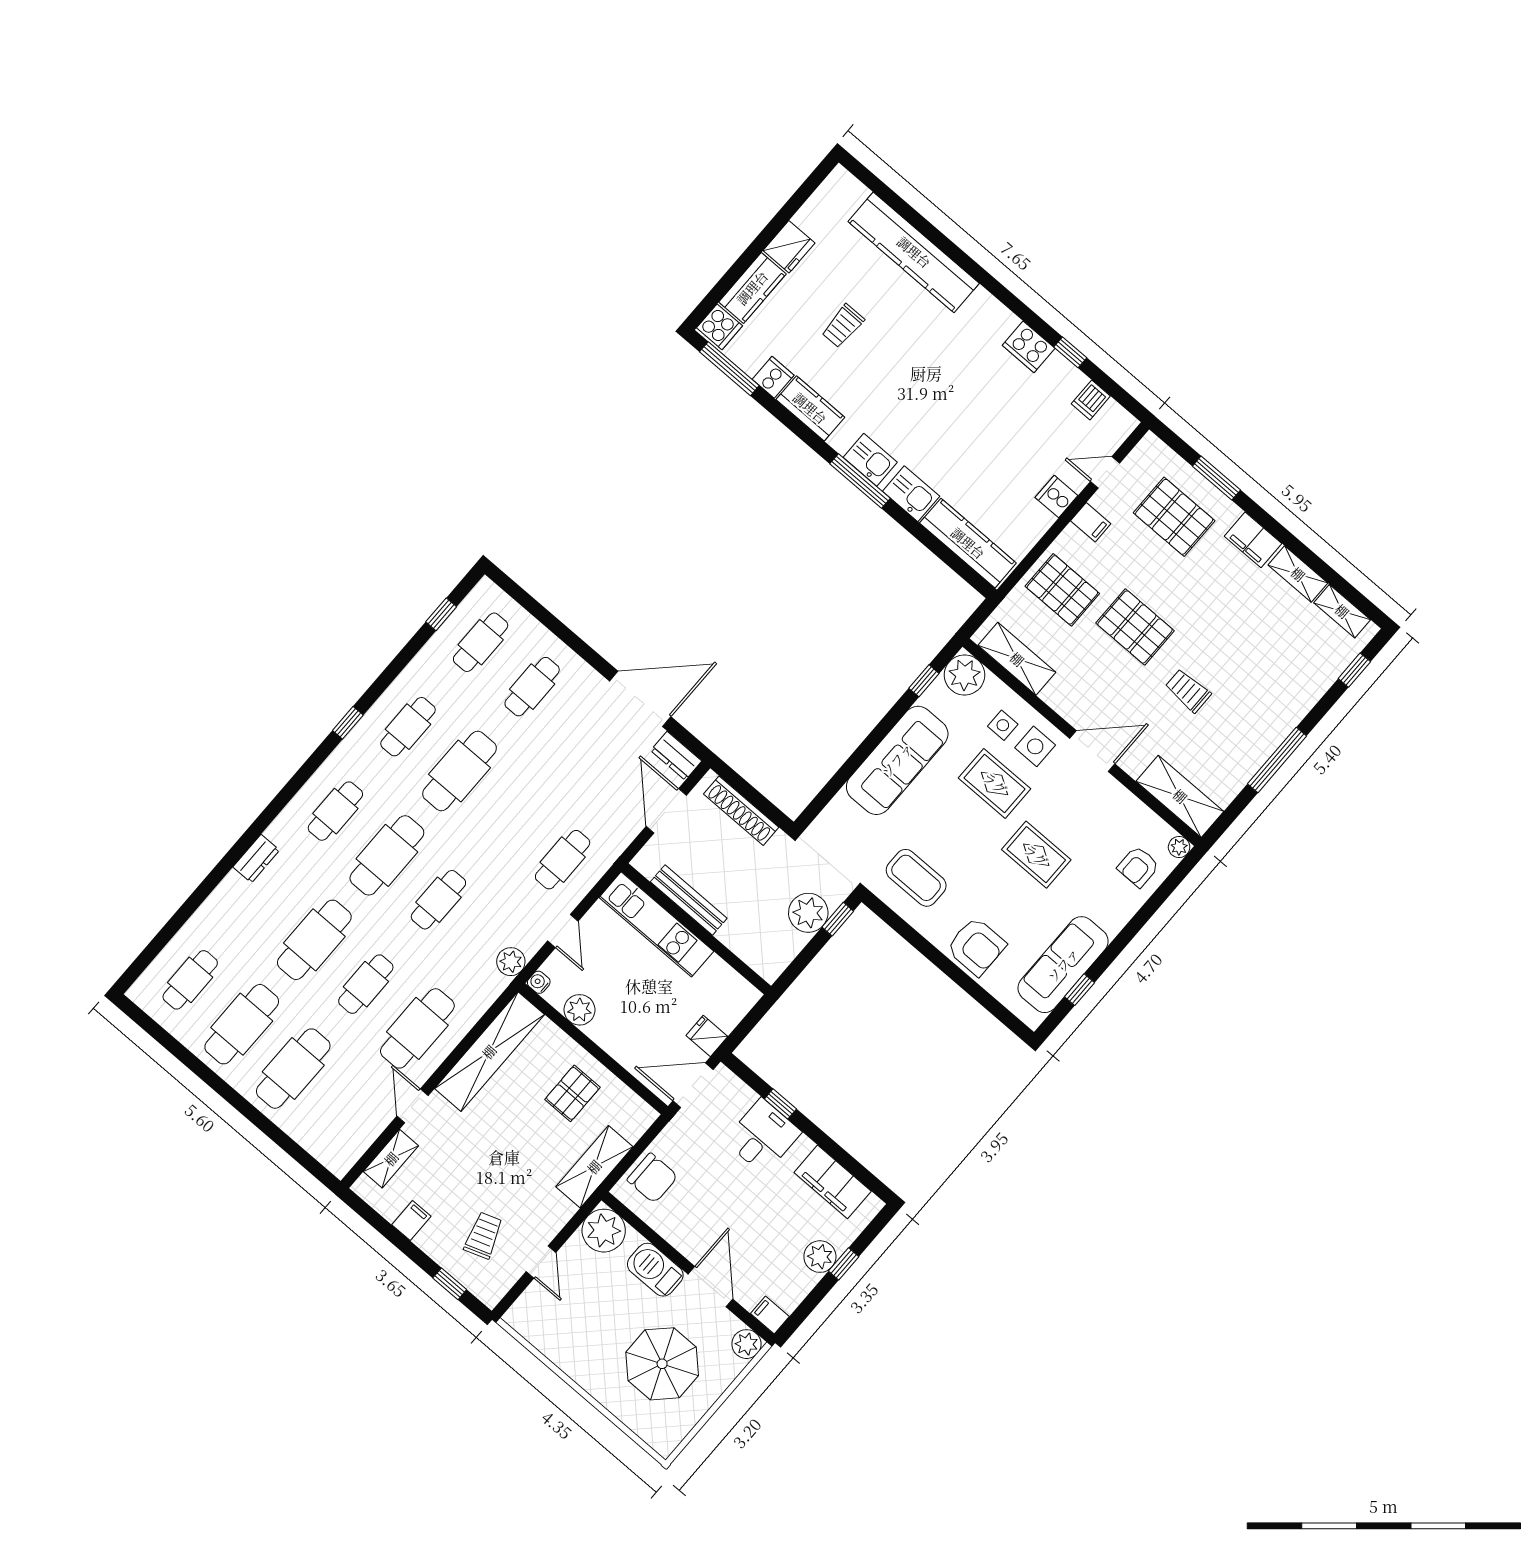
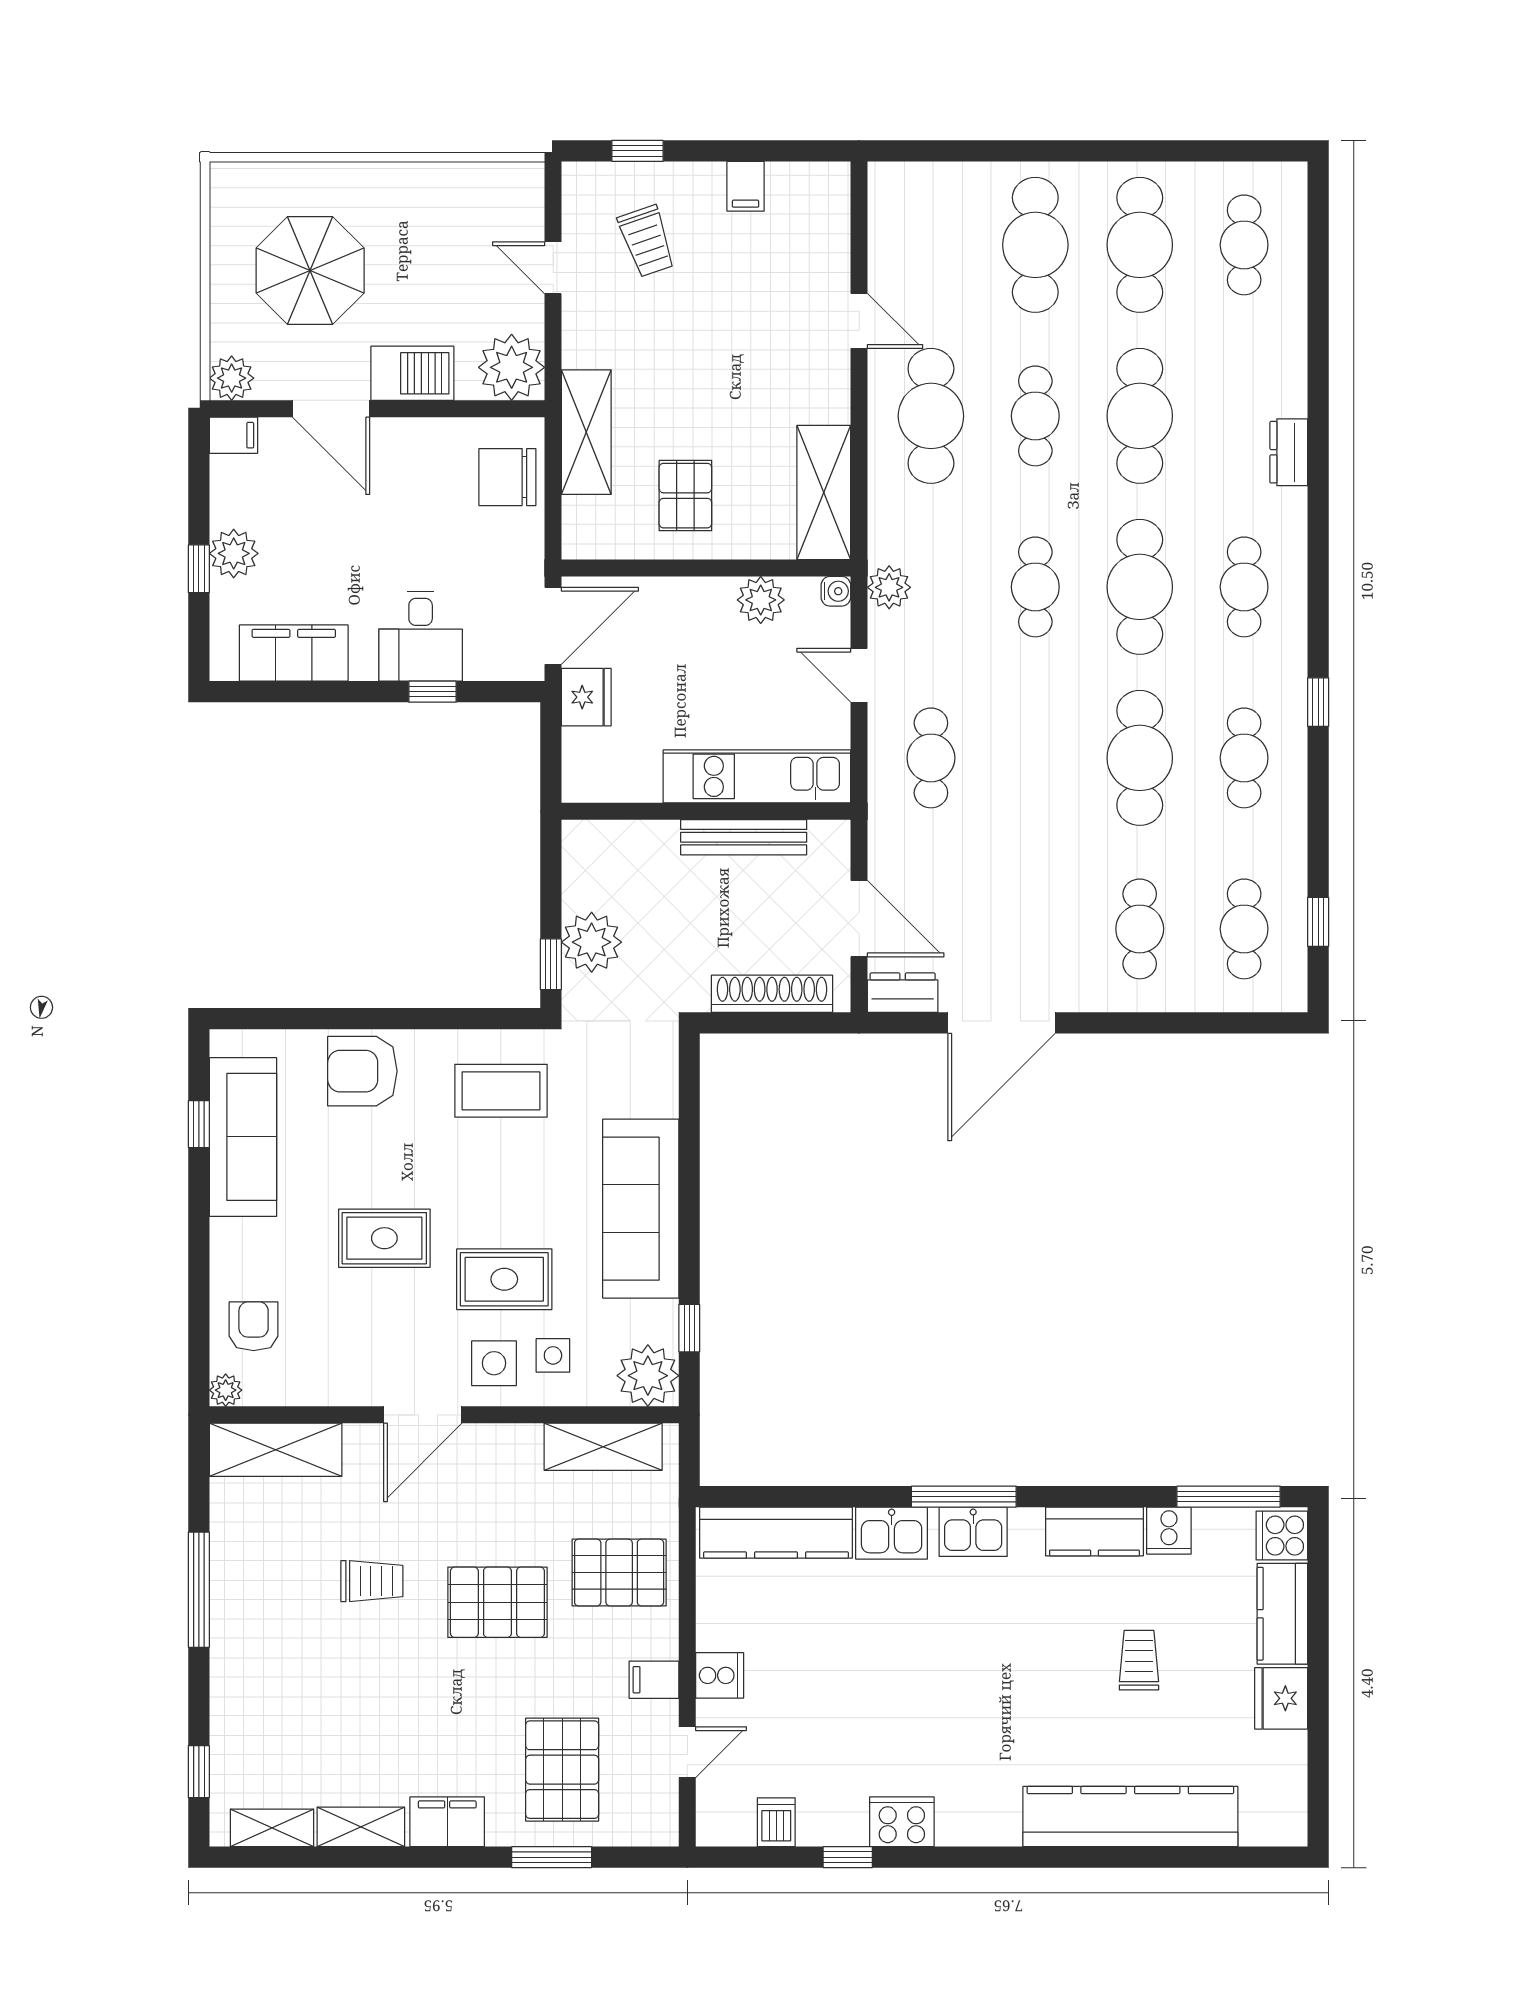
pallet: (1174, 517) -> (562, 1770), turned 90
fridge: (707, 1036) -> (586, 697), width x1.38
shelving: (489, 1052) -> (824, 493), width x0.68
shelving: (391, 1159) -> (831, 238), removed

